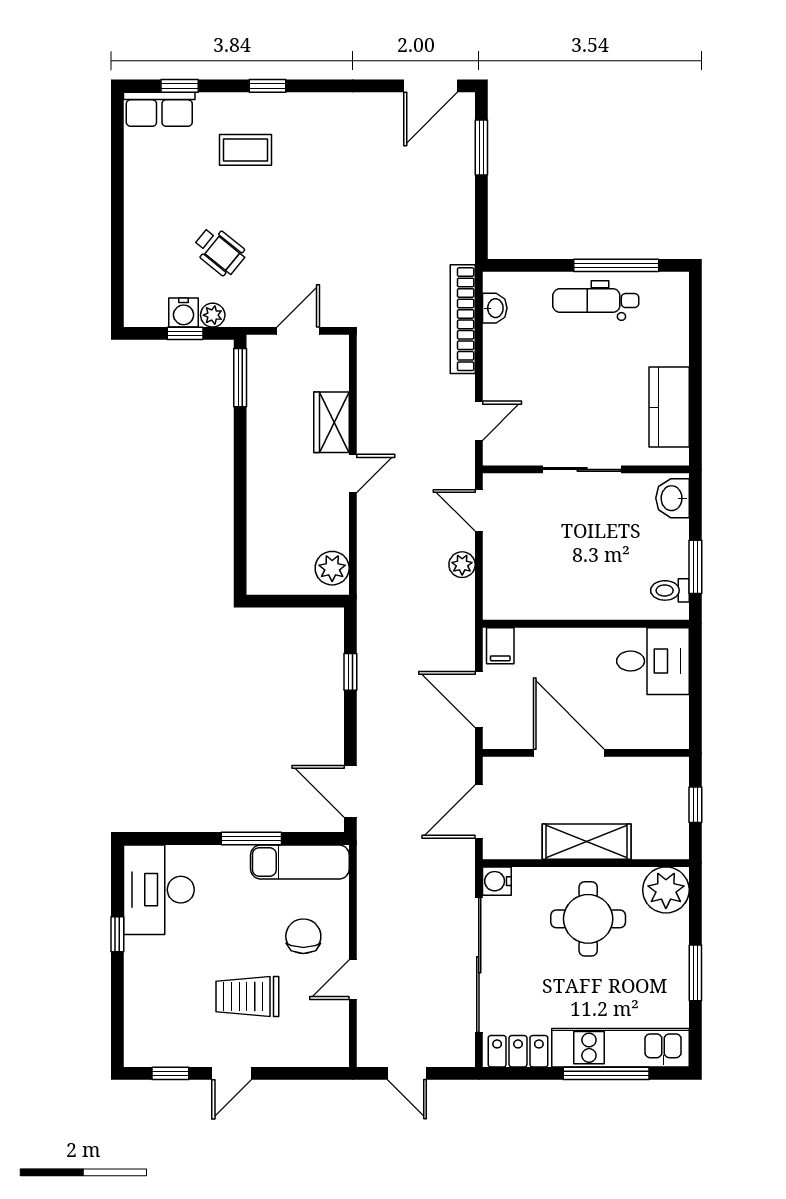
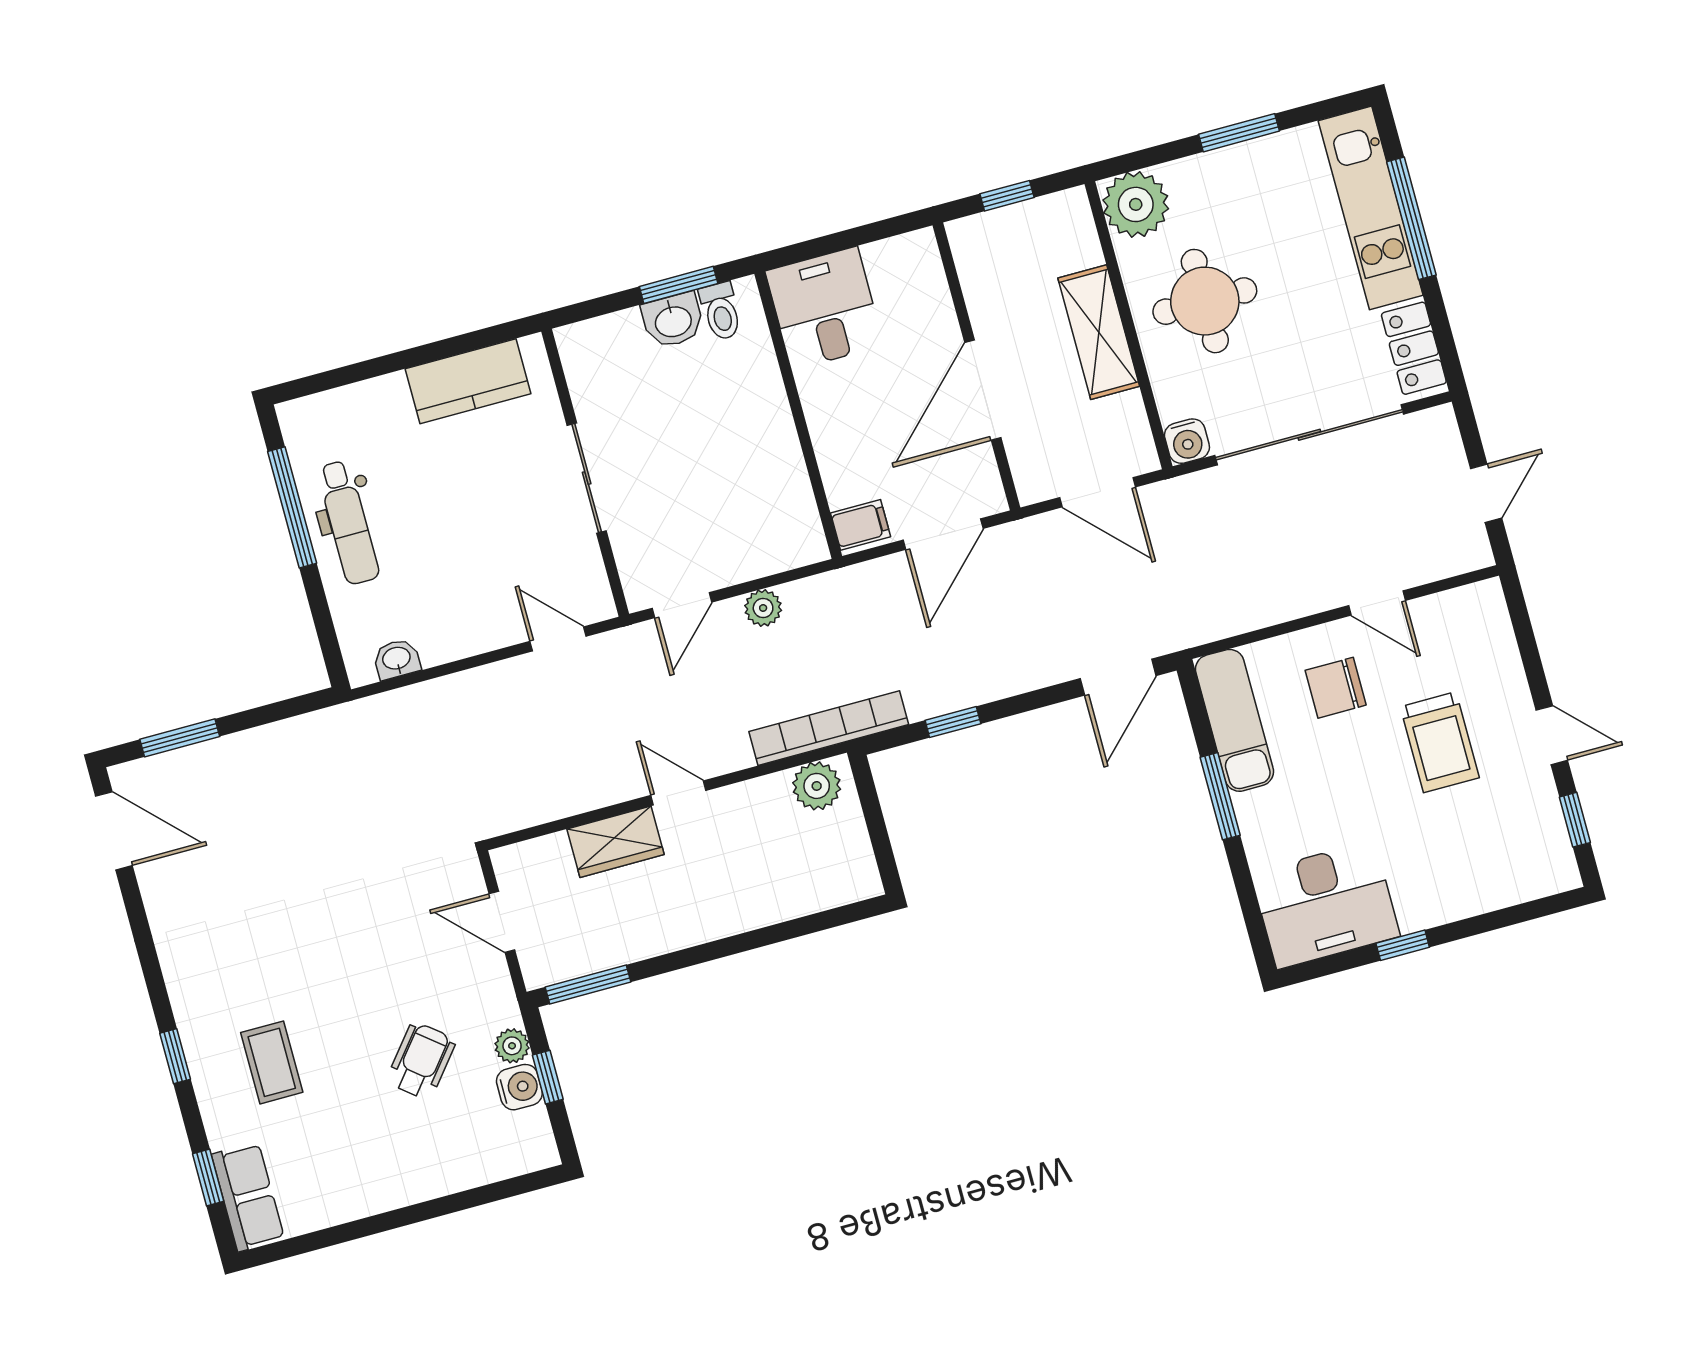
bookcase: (463, 319) -> (829, 728), moved, turned 180
washbasin: (673, 498) -> (673, 320), moved

